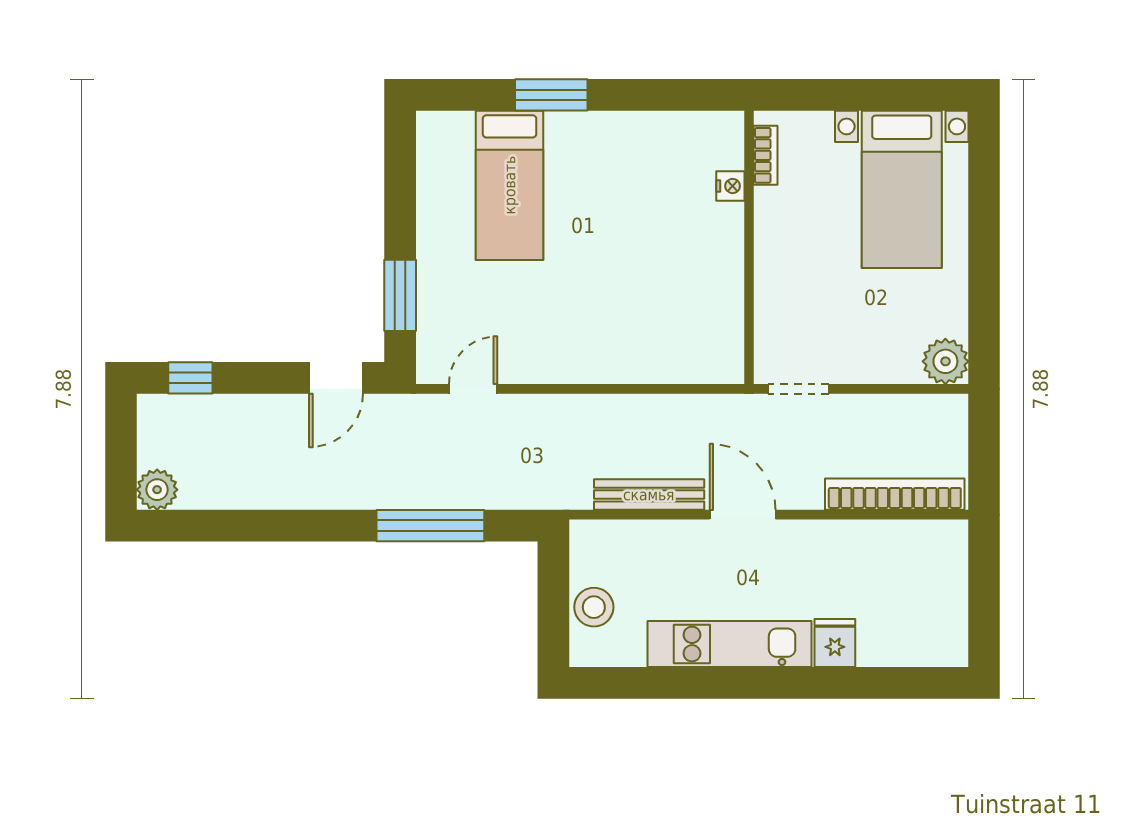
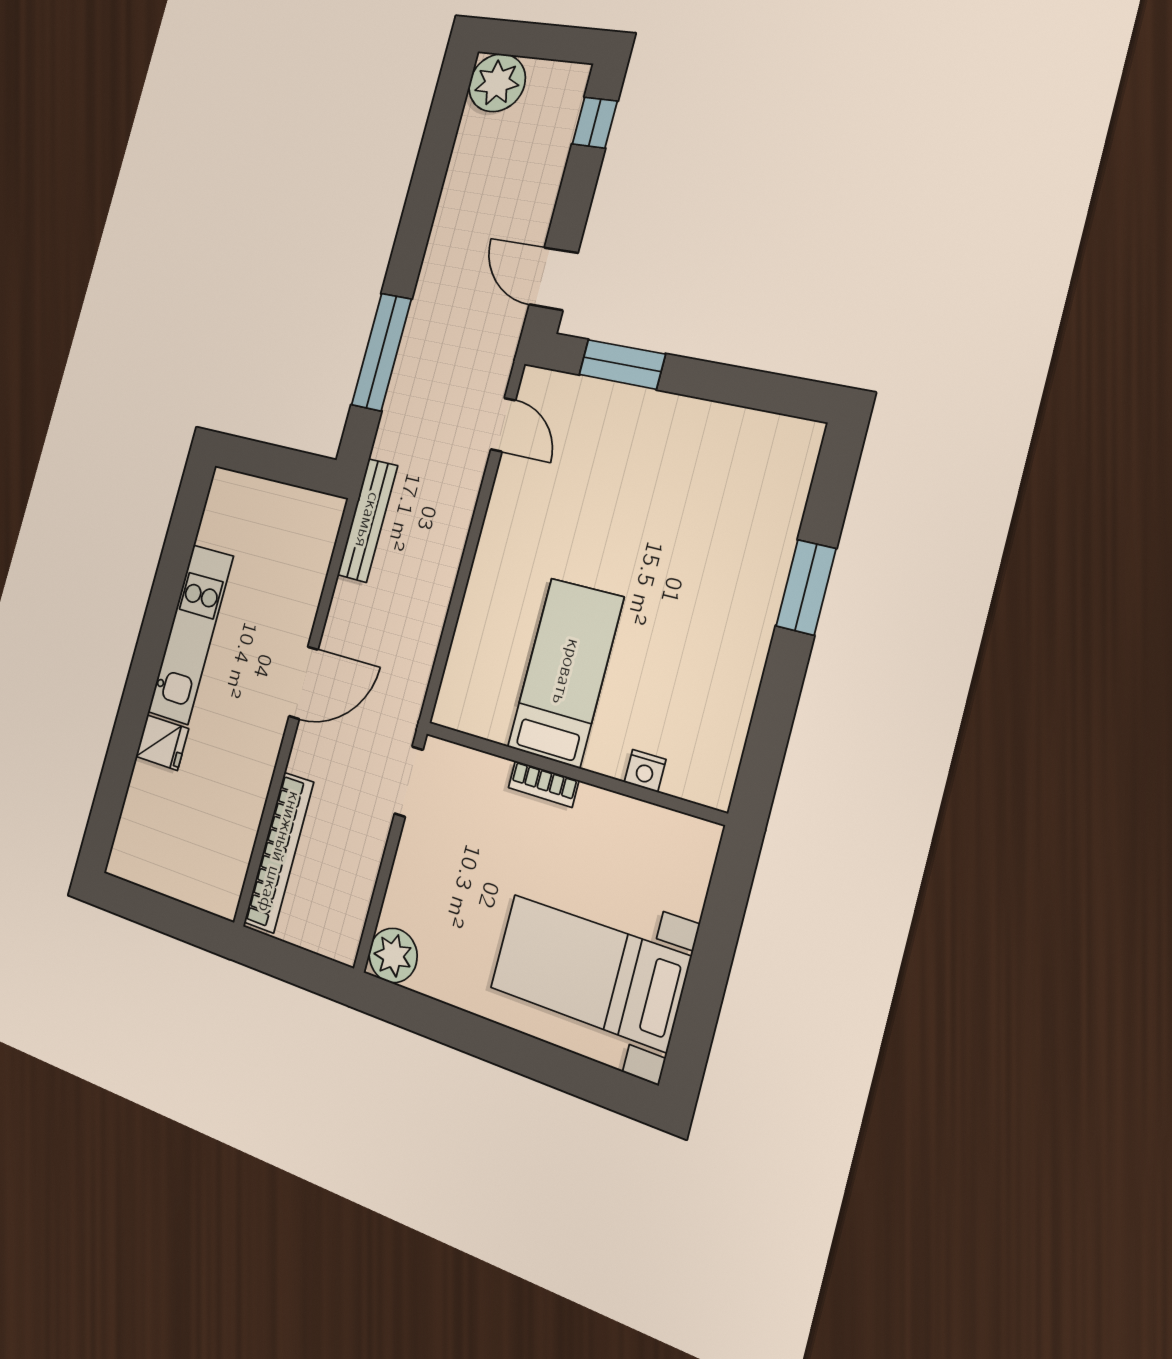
bookcase: (766, 155) -> (544, 784), moved
bed: (510, 185) -> (566, 672), moved, turned 90
plant: (157, 490) -> (497, 83), width x1.36, depth x1.36
bench: (649, 495) -> (367, 520), moved
stool: (594, 607) -> (261, 504), removed

